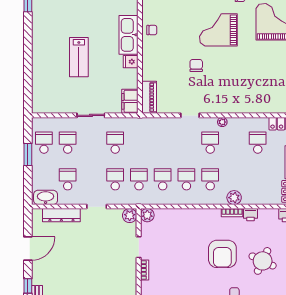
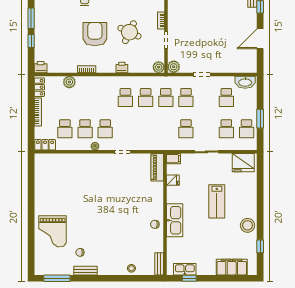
stool: (43, 29) -> (248, 225), added
grand piano: (218, 30) -> (98, 224), removed
lab bench: (79, 57) -> (217, 201), turned 180
fridge: (131, 62) -> (173, 180), moved
chair: (196, 65) -> (117, 194), removed
filing cabinet: (130, 101) -> (173, 159), width x0.50
fridge: (48, 103) -> (243, 163), added
school desk: (210, 179) -> (85, 129), moved
plant: (234, 198) -> (69, 82), moved
dresser: (61, 215) -> (232, 67), removed
printer: (251, 215) -> (122, 68), moved
round table: (263, 261) -> (129, 32), moved

